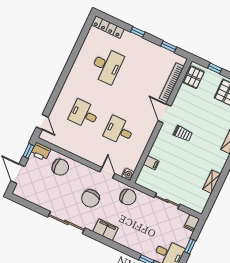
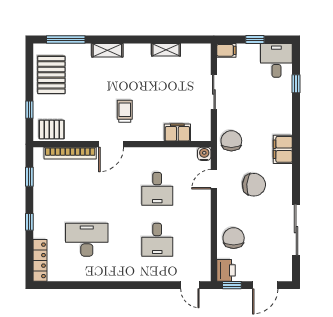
door: (42, 122) -> (190, 285), swing flipped
filing cabinet: (151, 163) -> (177, 133), width x2.00
sliding door: (66, 223) -> (296, 230), moved

